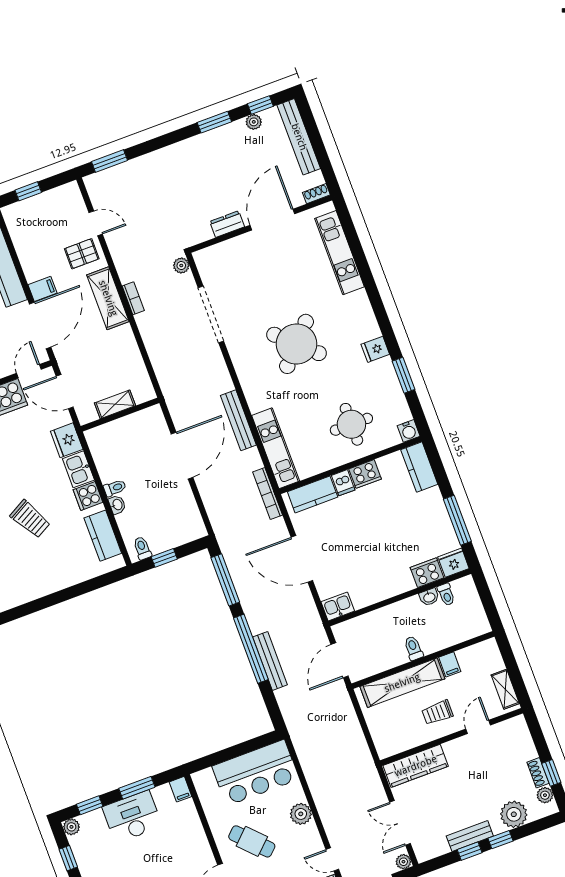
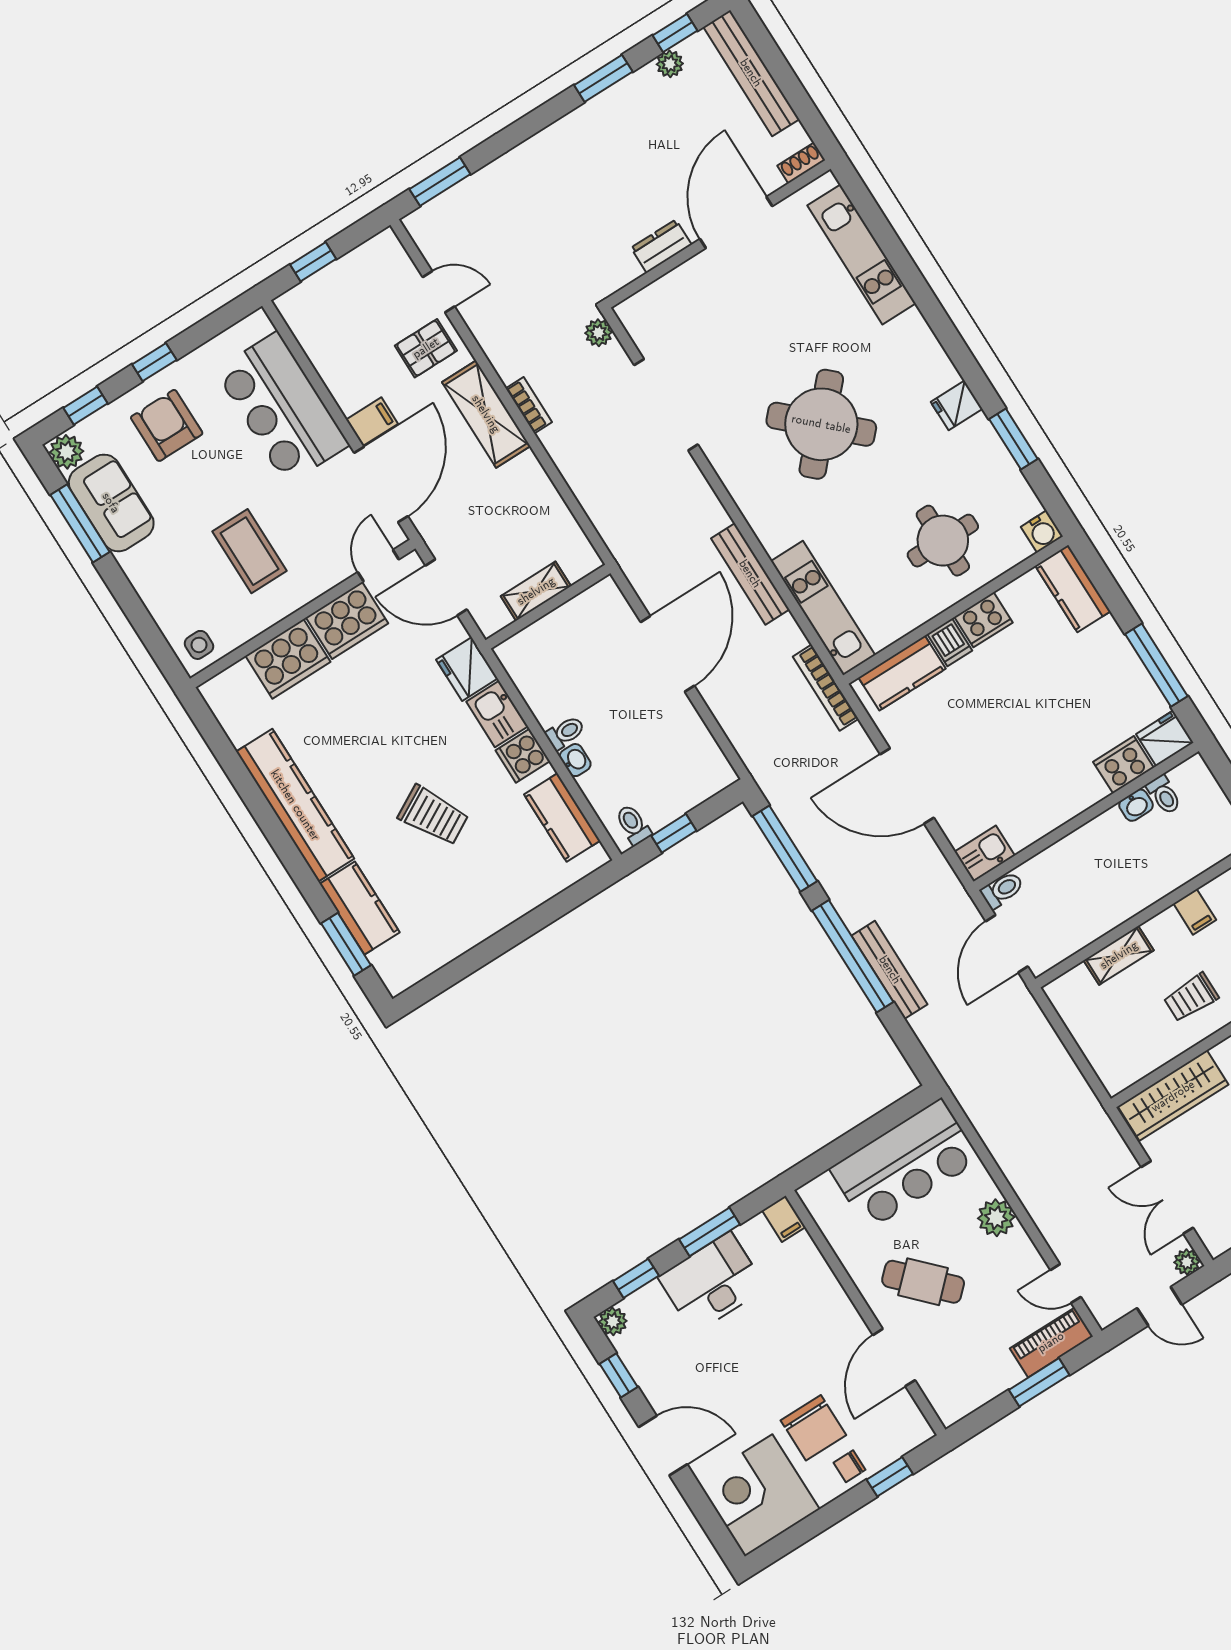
toilet: (413, 648) -> (1002, 890), moved, turned 90
shelving: (402, 683) -> (1119, 955), width x0.45, depth x0.75

